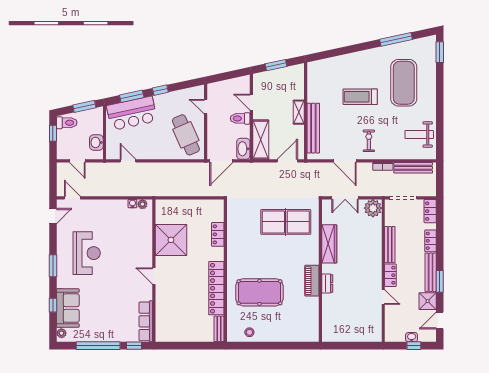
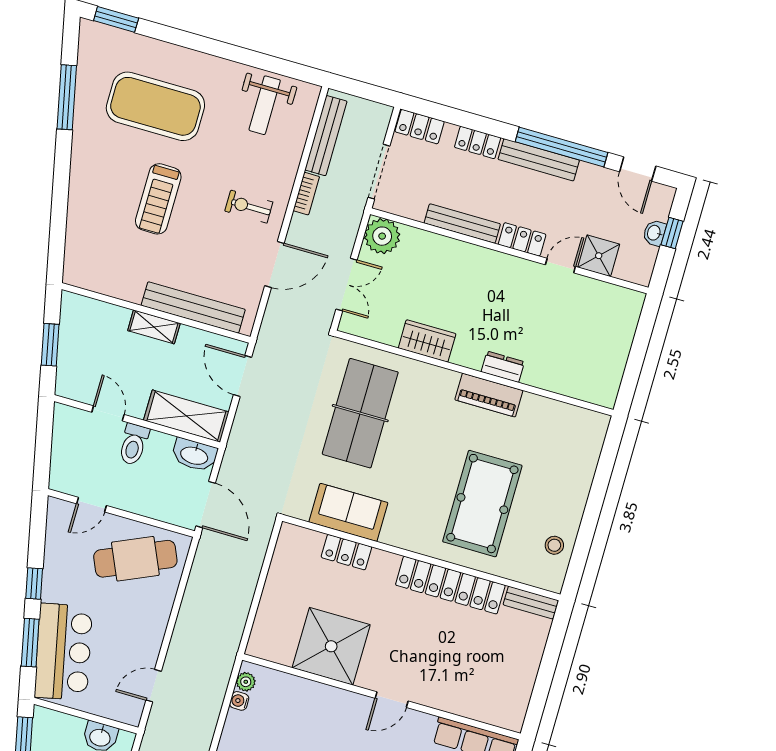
door: (251, 102) -> (108, 413), swing flipped
sofa: (237, 230) -> (348, 512), added
wardrobe: (329, 244) -> (427, 341), width x0.67
window: (440, 281) -> (561, 147), width x2.11
shower: (428, 301) -> (599, 256), moved

